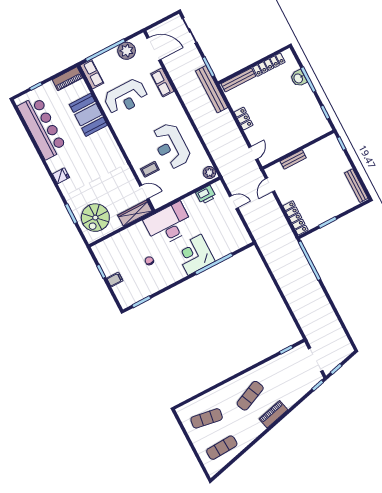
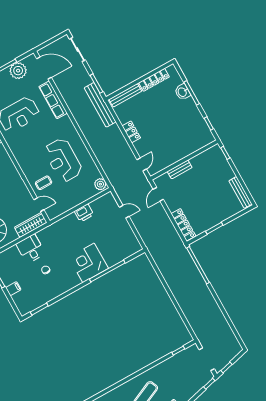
row of seats: (162, 83) -> (53, 100), width x1.48
printer: (206, 195) -> (84, 213), moved
desk: (169, 224) -> (31, 249), moved, width x0.53, depth x0.77

